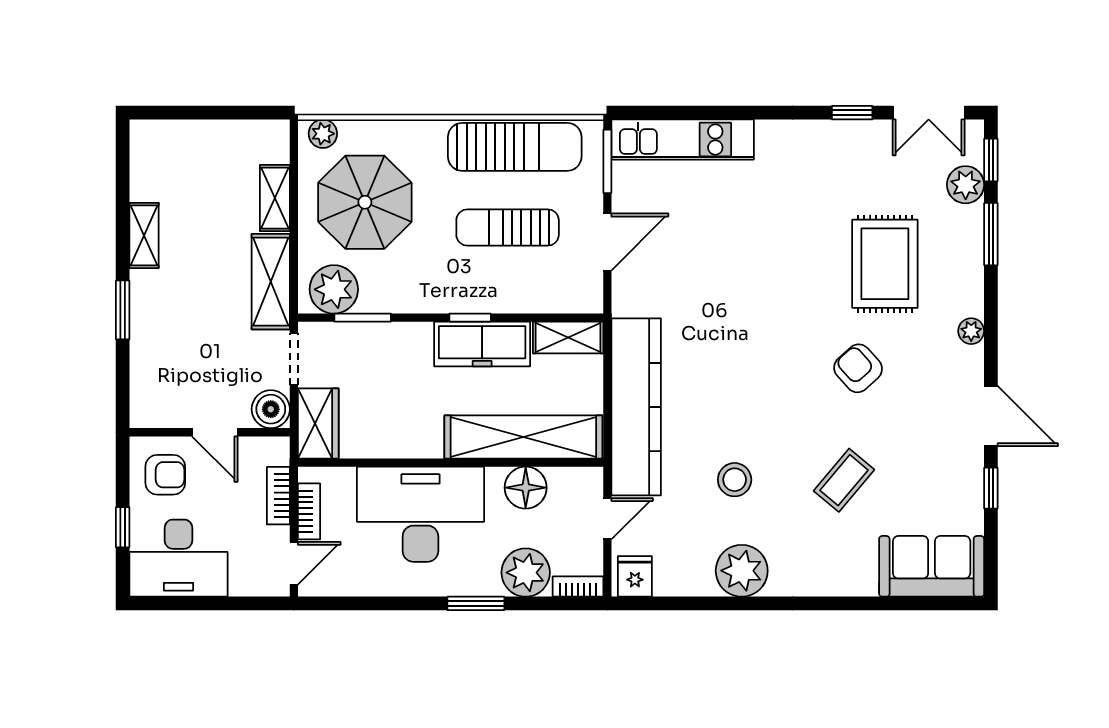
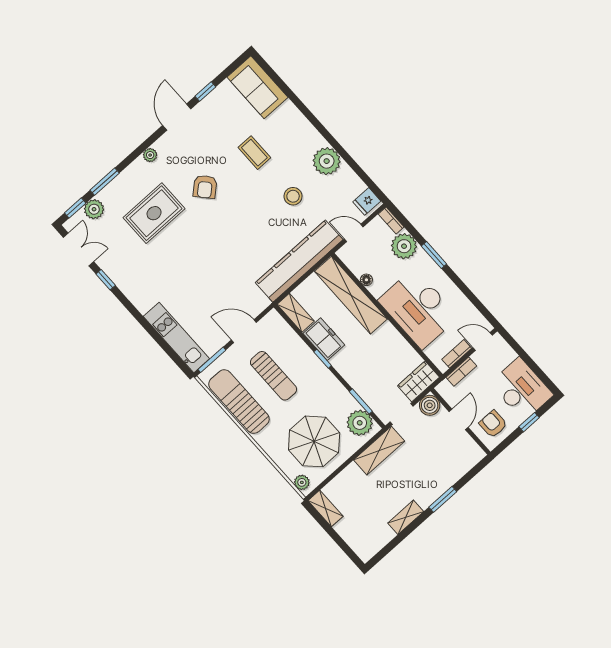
shelving: (275, 198) -> (326, 508), moved, turned 90
freezer: (482, 344) -> (324, 339), width x0.71
coffee table: (844, 480) -> (254, 153), turned 50
floor lamp: (526, 488) -> (366, 280), width x0.53, depth x0.53

